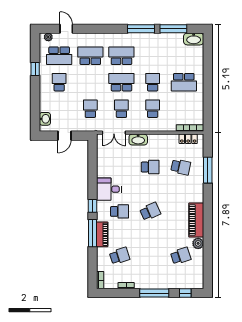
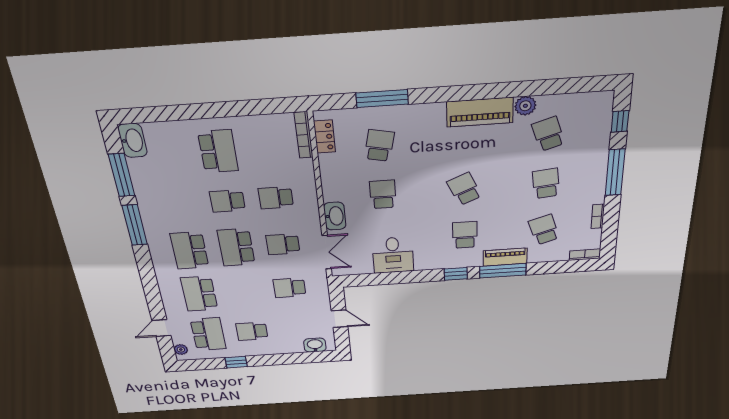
desk: (109, 189) -> (393, 255), moved
school desk: (150, 256) -> (546, 183), added

